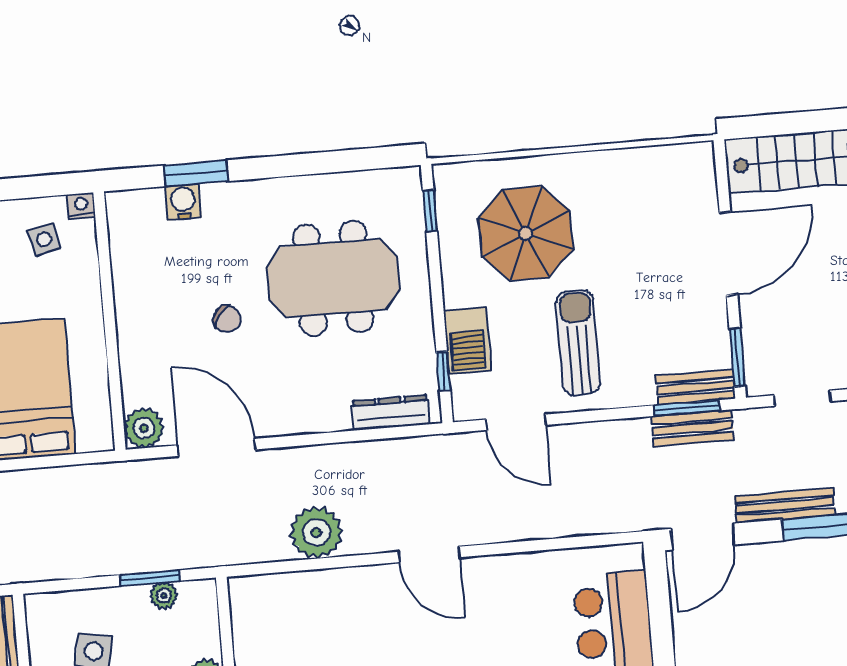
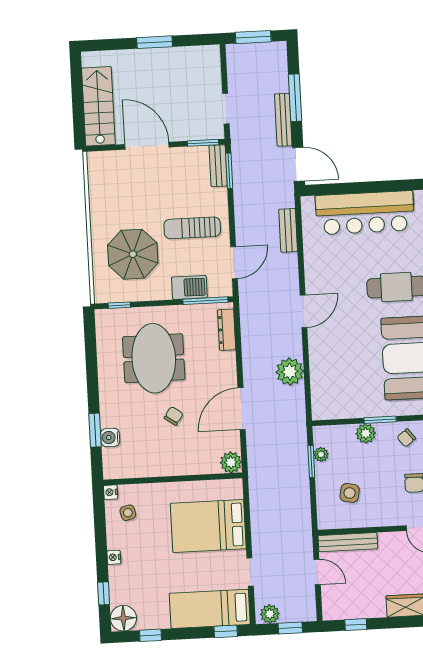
window: (443, 371) -> (205, 301), width x2.17
bench: (692, 428) -> (288, 230), moved
door: (217, 447) -> (242, 409), moved

